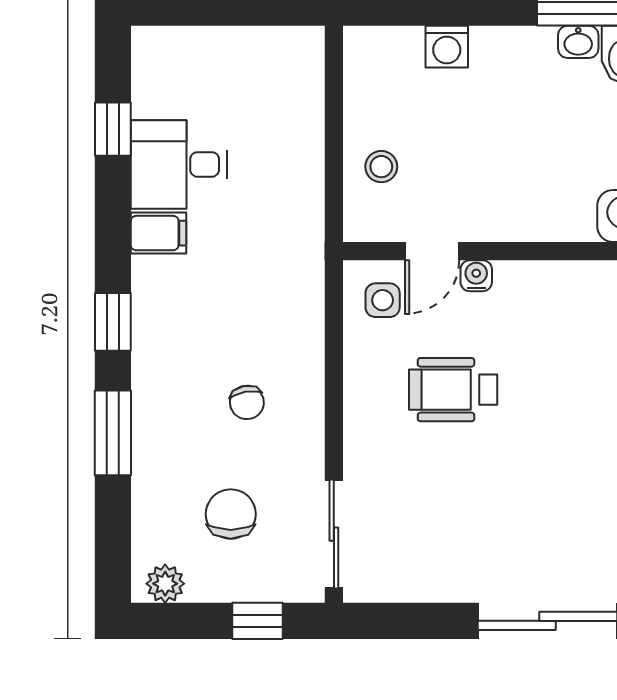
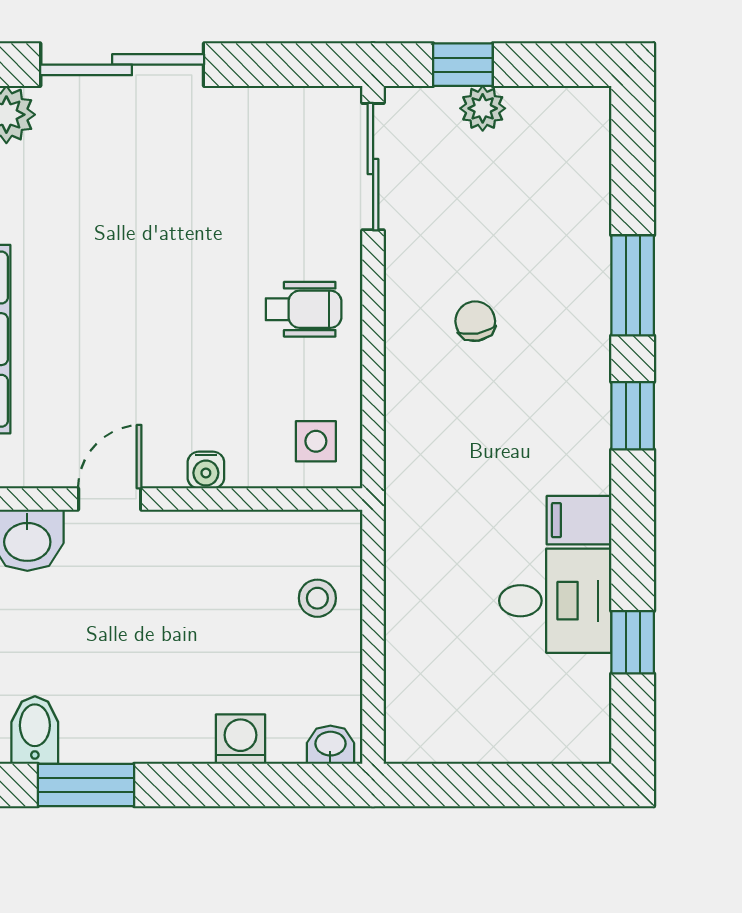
washbasin: (578, 42) -> (330, 745), moved
door: (432, 251) -> (110, 499), moved
wheelchair: (453, 390) -> (304, 309), moved, width x0.73, depth x0.73
chair: (231, 514) -> (494, 190), removed
plant: (165, 584) -> (483, 108), moved

